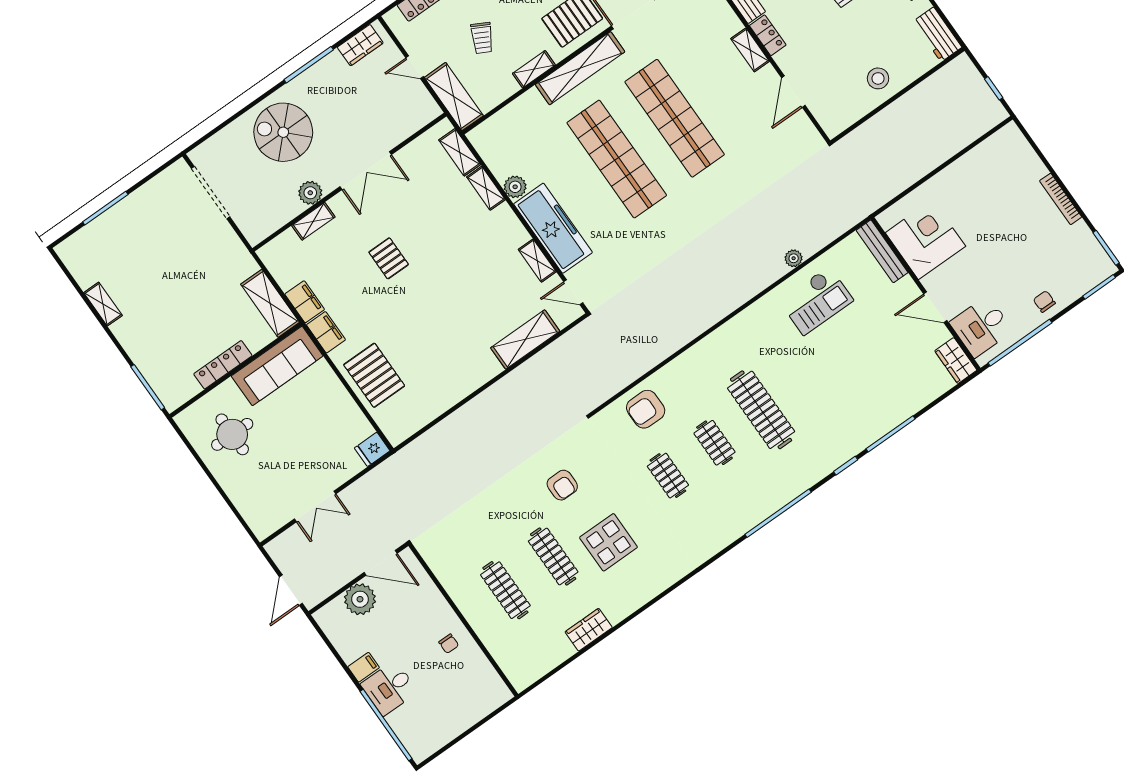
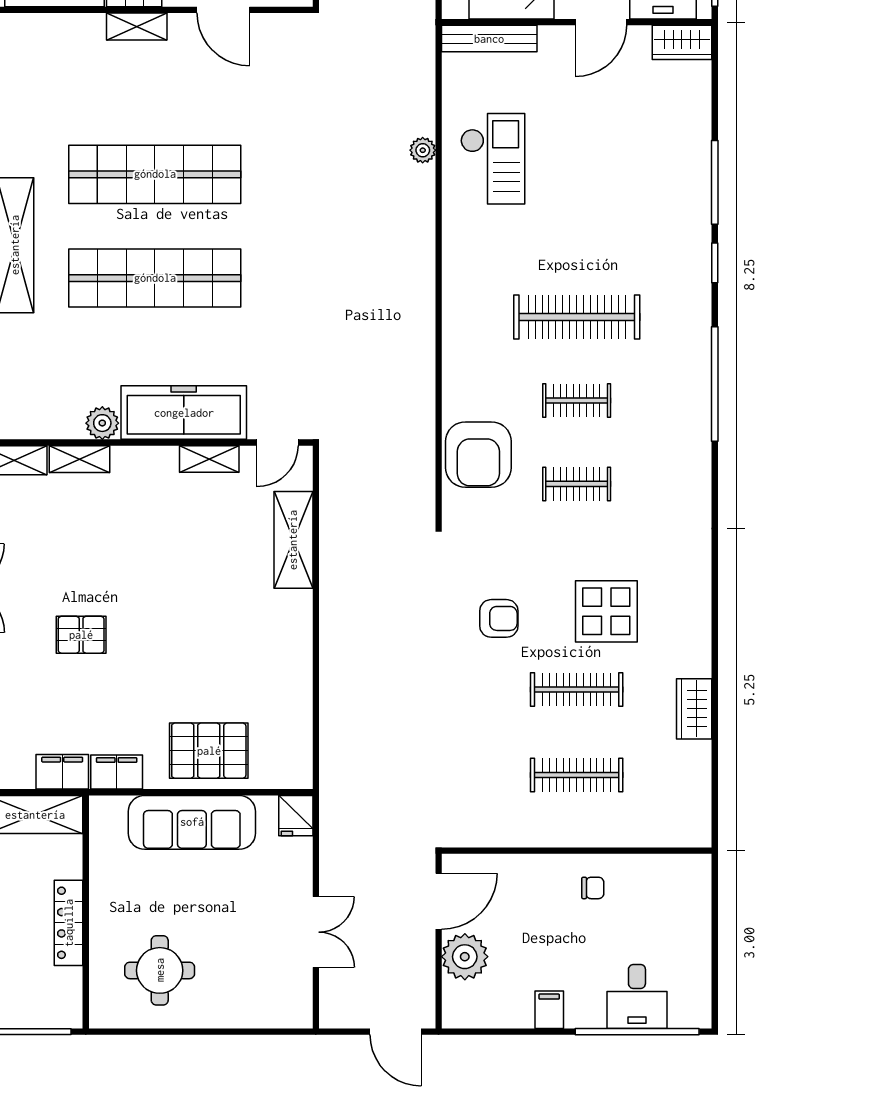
sofa: (277, 366) -> (192, 822), moved, turned 90
armchair: (646, 409) -> (478, 455), width x1.36, depth x1.36
desk: (389, 688) -> (637, 996), moved

